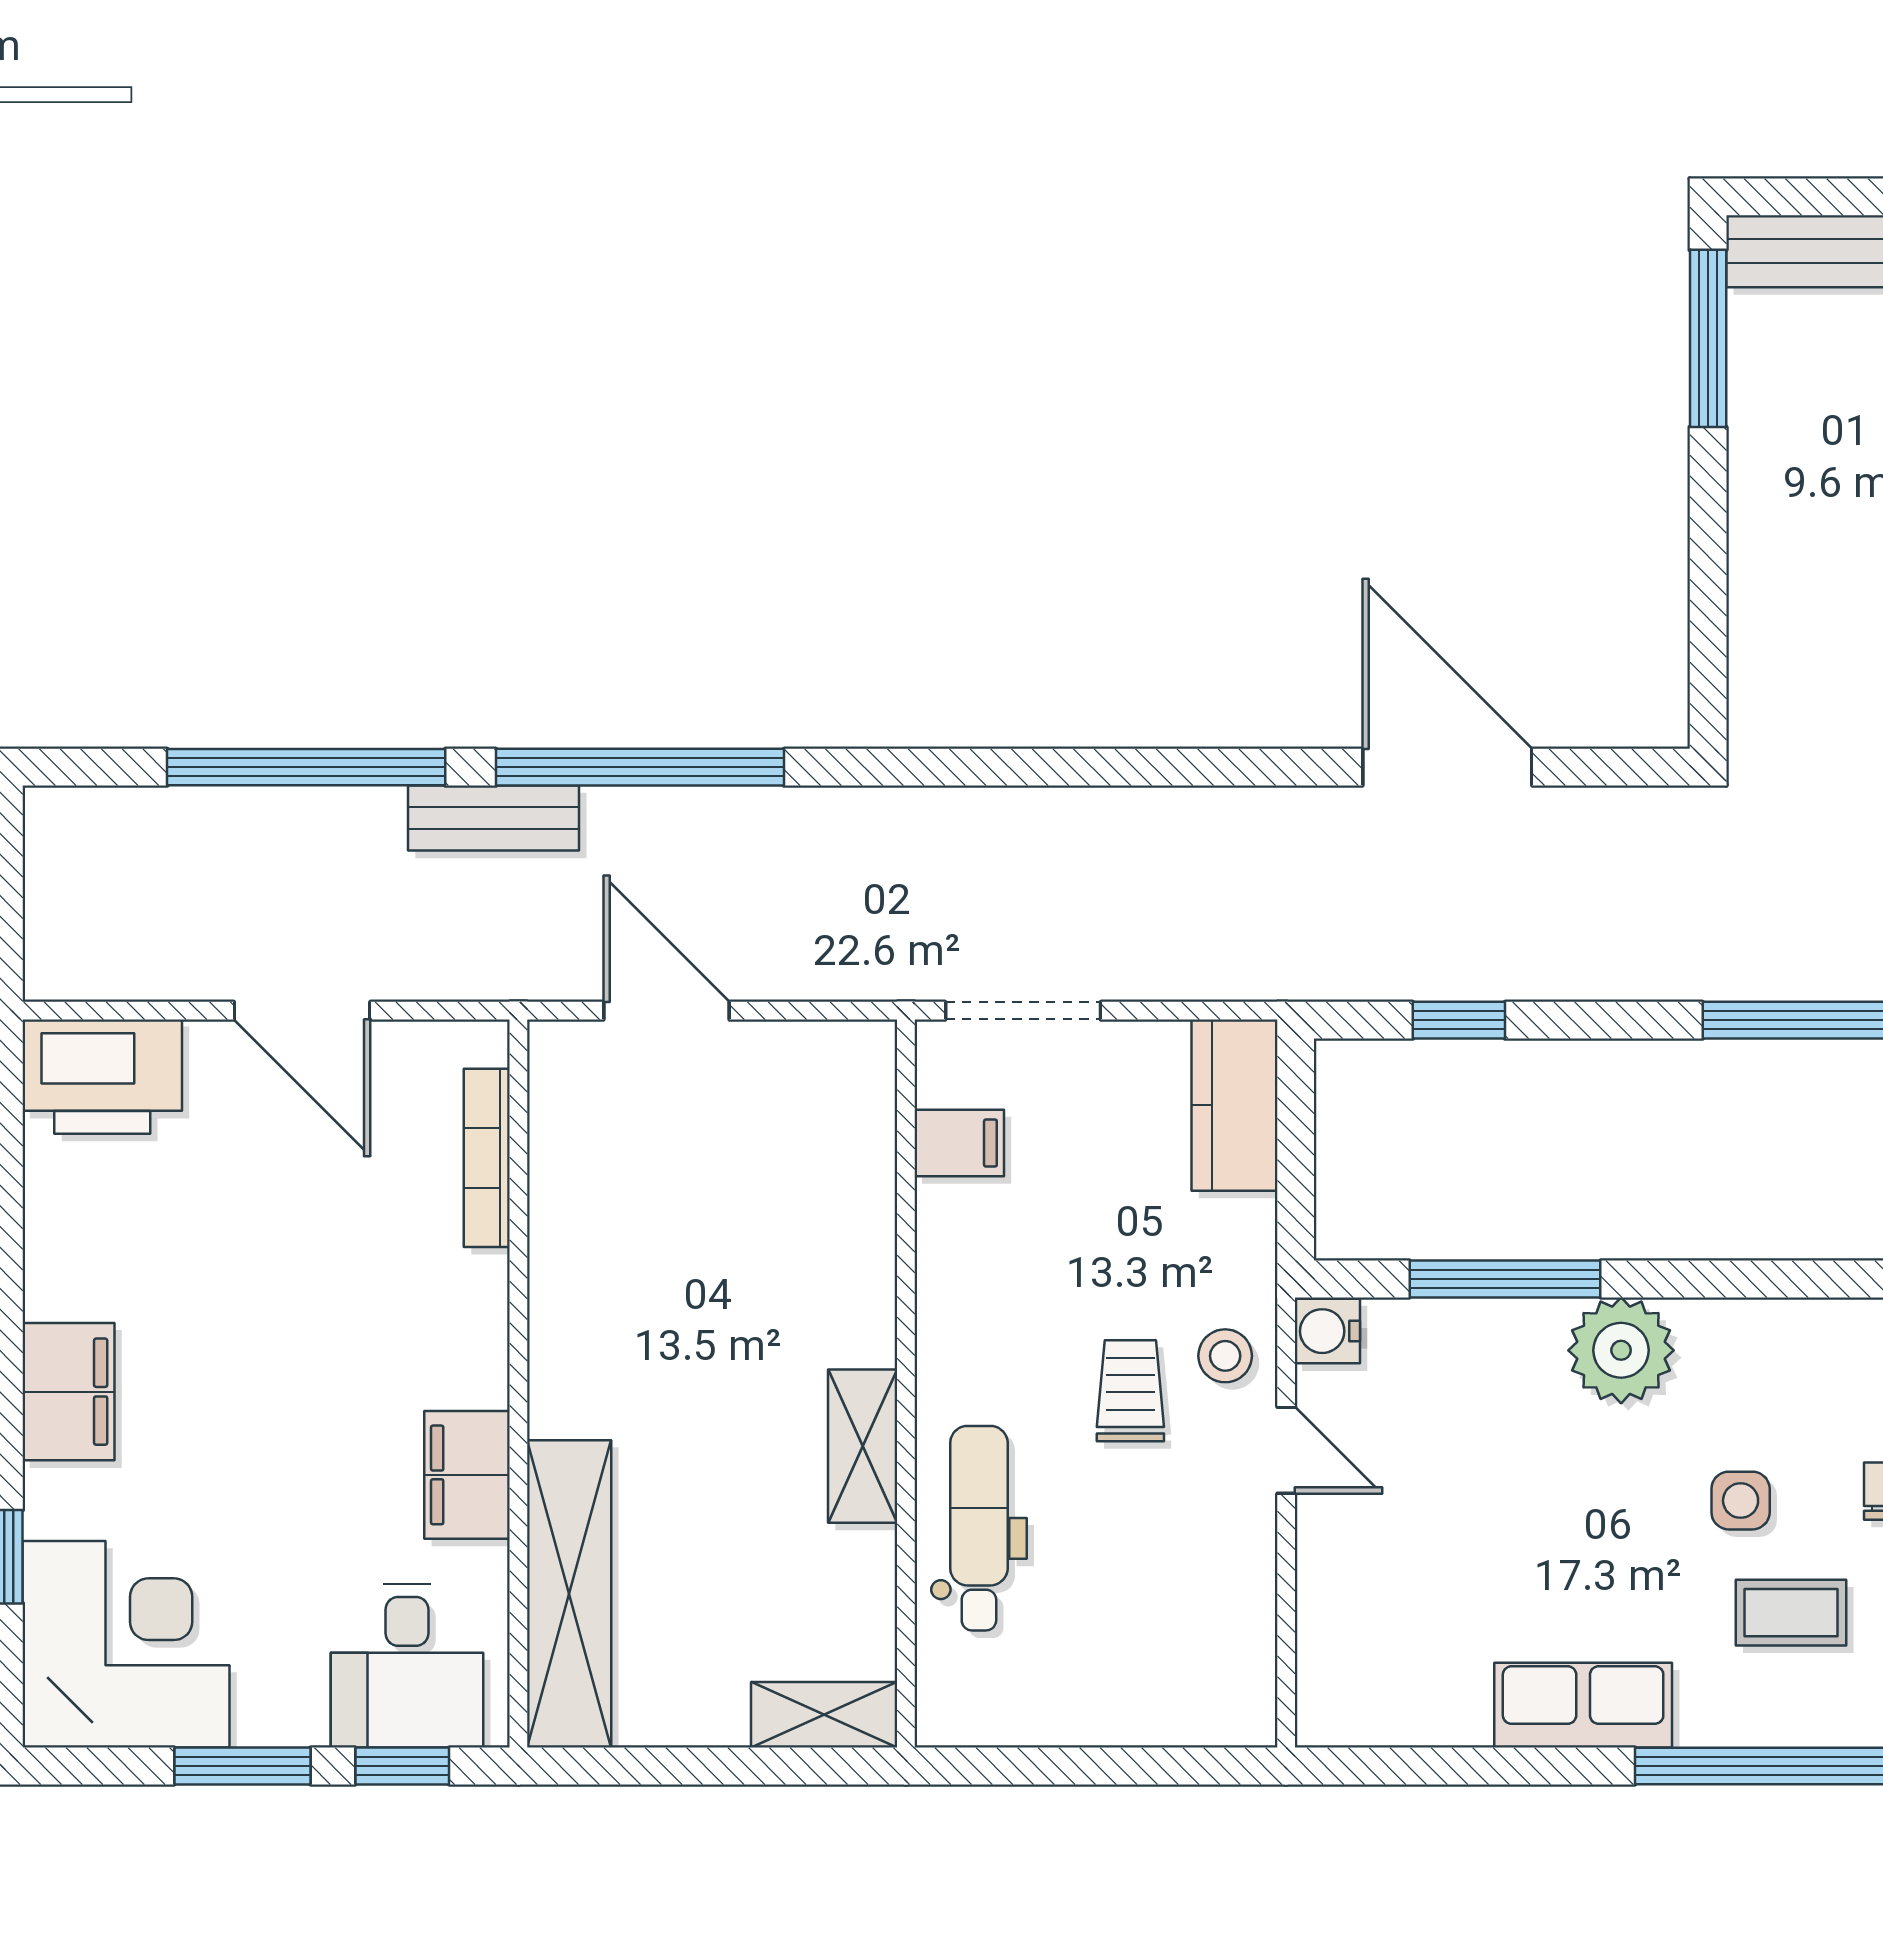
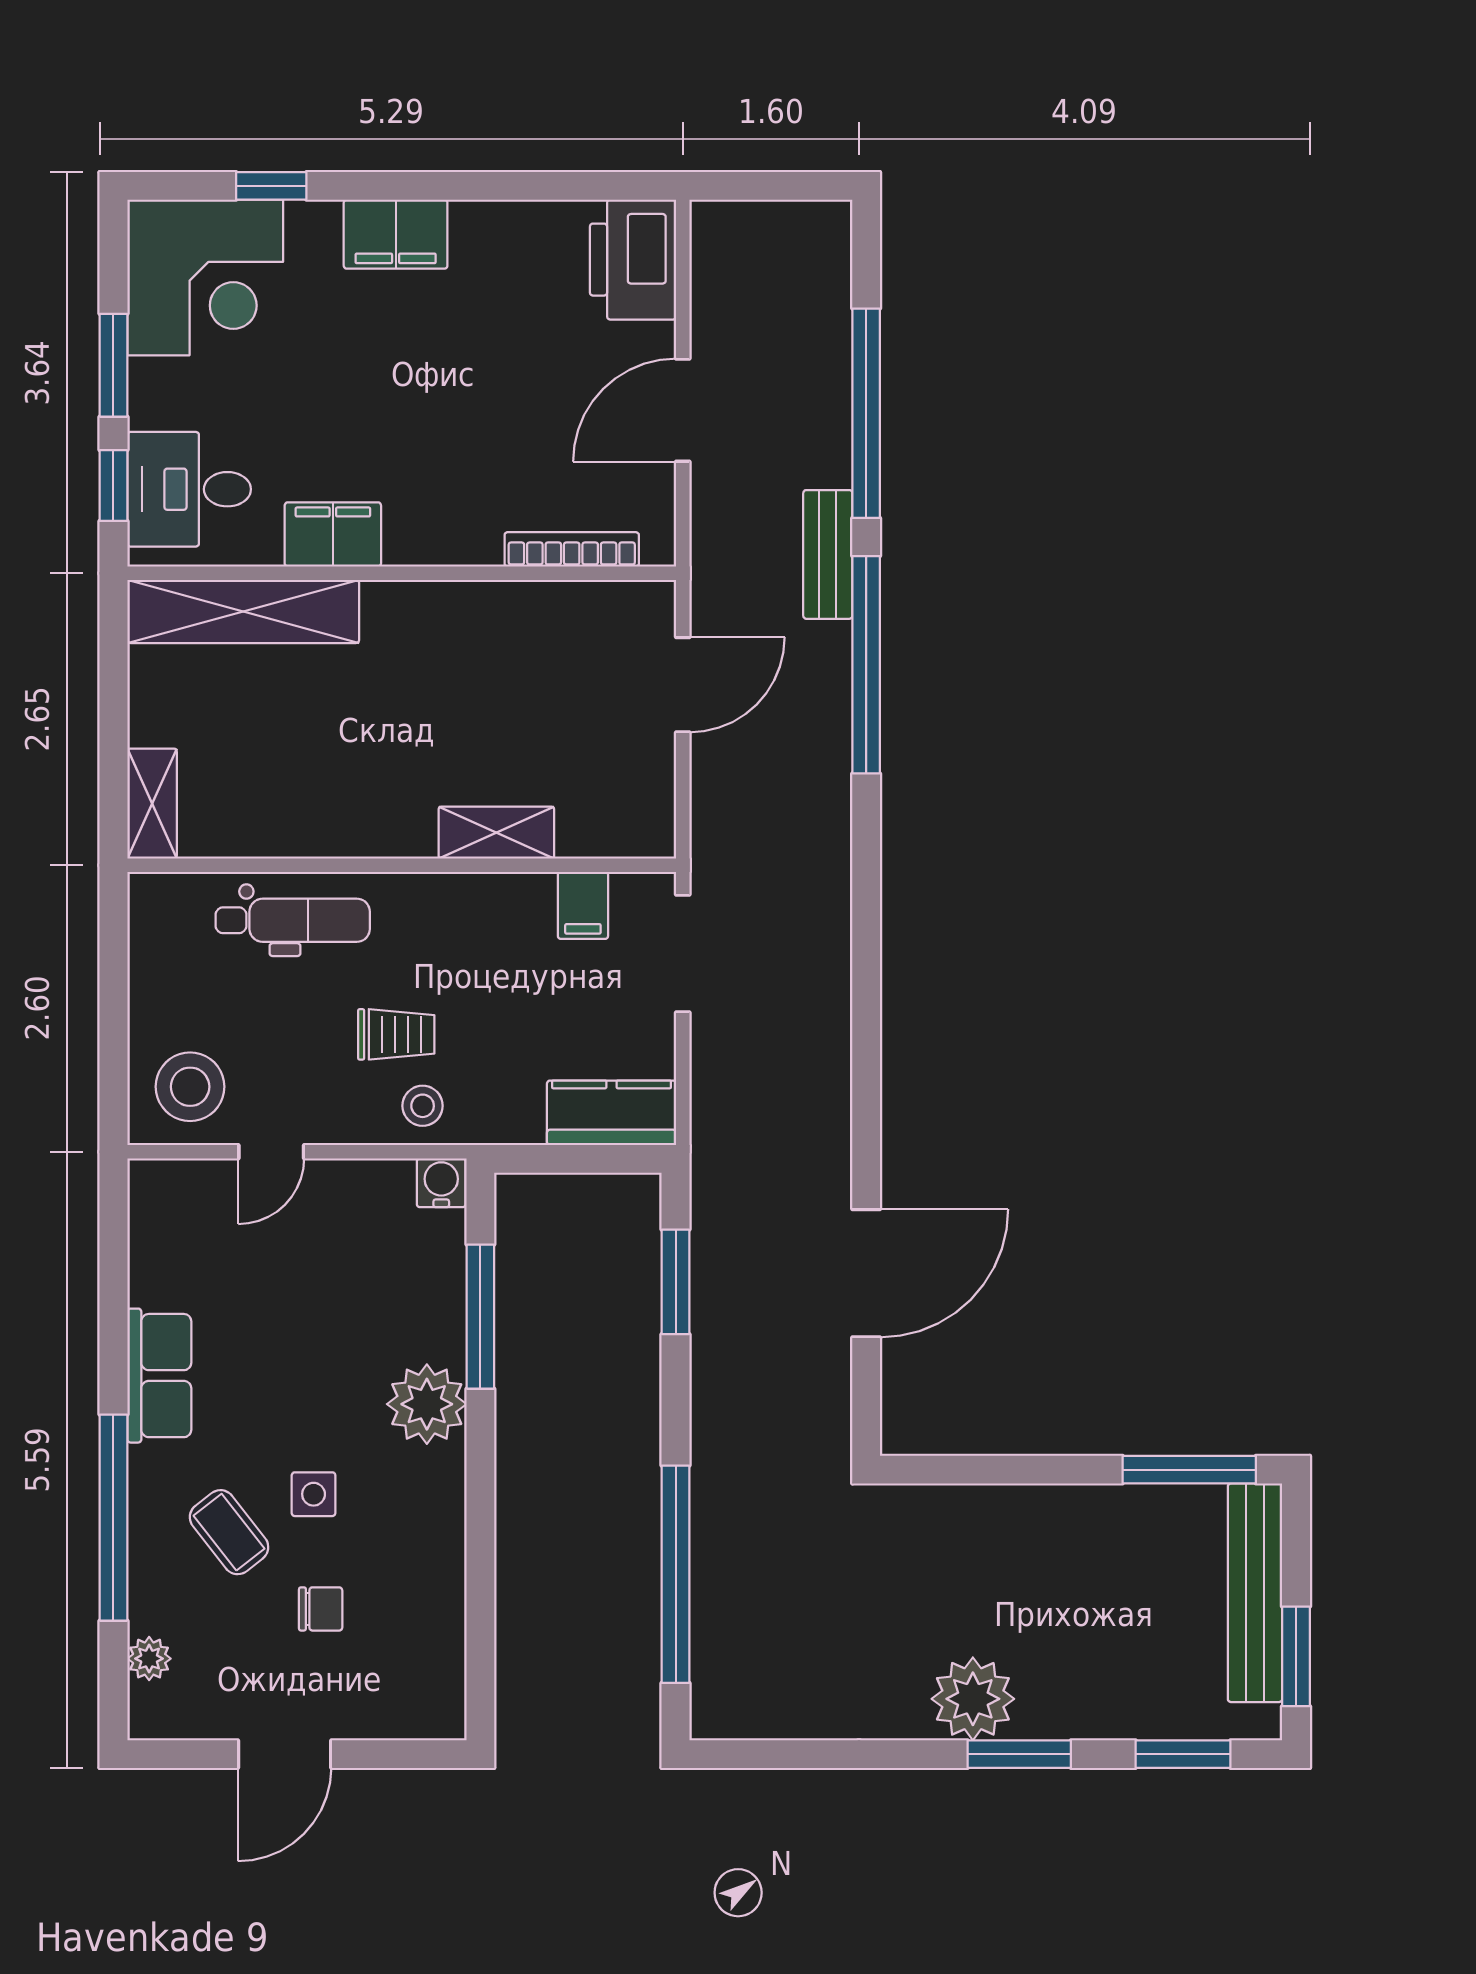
window: (1459, 1020) -> (676, 1282), width x1.50
shelving: (863, 1446) -> (496, 833), moved
door: (1286, 1450) -> (271, 1152), moved
coffee table: (1791, 1613) -> (229, 1532), turned -38
stool: (1200, 1664) -> (190, 1087), added

